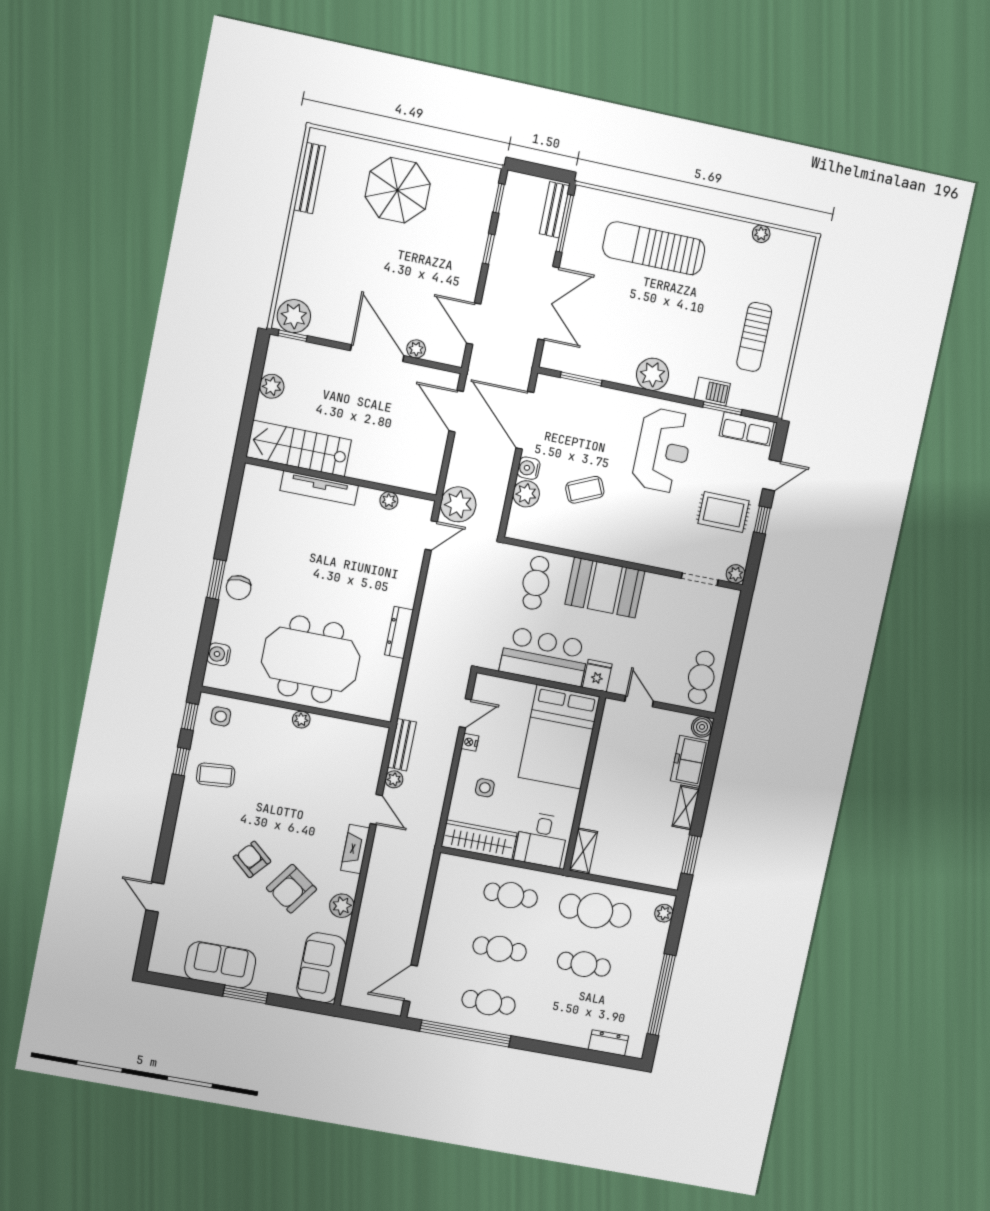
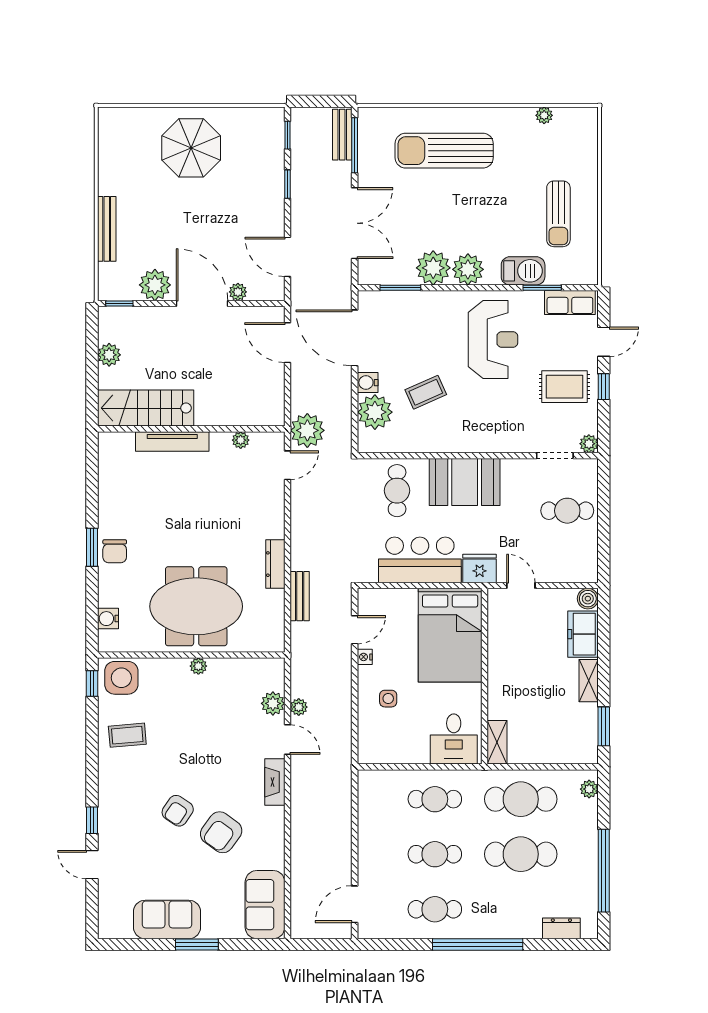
bench: (309, 178) -> (107, 229), moved
plant: (294, 316) -> (155, 285), moved
plant: (618, 366) -> (433, 268), added
barbecue: (712, 392) -> (523, 271), width x1.38, depth x1.27
plant: (526, 494) -> (375, 412), width x1.36, depth x1.36
fridge: (597, 676) -> (480, 569), width x1.38
cafe table: (701, 677) -> (567, 511), moved, turned 90
side table: (221, 716) -> (121, 678), width x1.87, depth x1.87
bench: (402, 745) -> (300, 596), moved
window: (181, 762) -> (92, 820), moved
wardrobe: (479, 840) -> (393, 750), removed
armchair: (252, 859) -> (178, 811), turned -97
plant: (342, 906) -> (273, 703), moved
cafe table: (584, 964) -> (521, 854), width x1.37, depth x1.35
window: (465, 1034) -> (478, 944), moved

